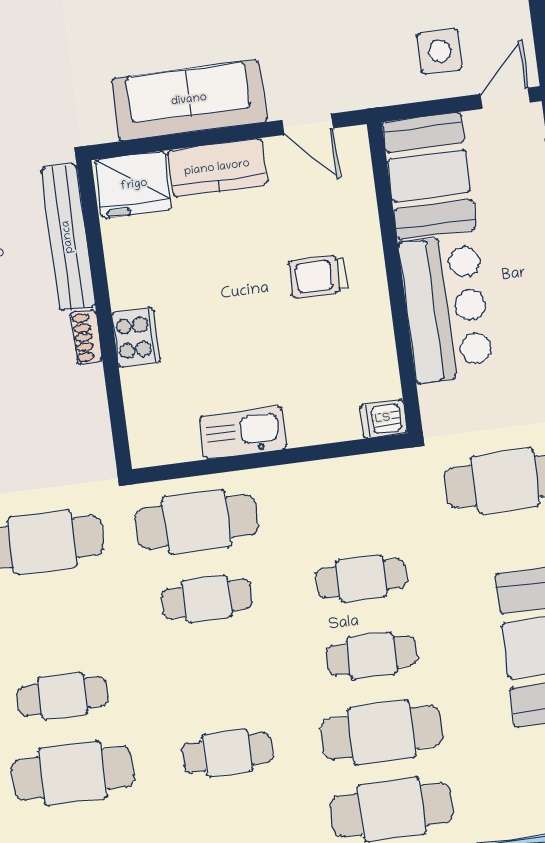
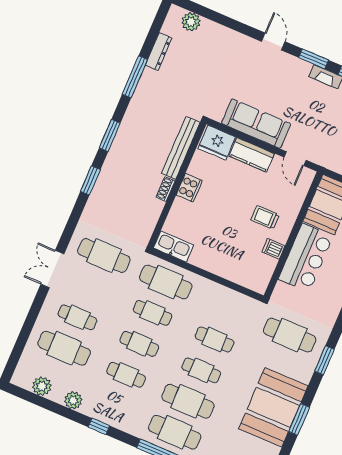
cooker: (136, 337) -> (189, 188), moved
dishwasher: (383, 419) -> (273, 249), moved
kitchen sink: (243, 433) -> (173, 247), moved
cafe table: (217, 676) -> (139, 344), added

